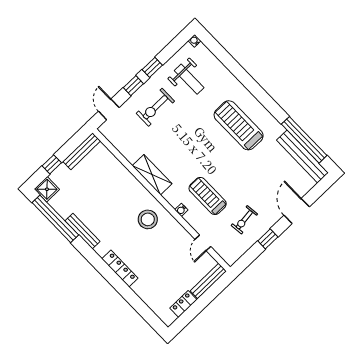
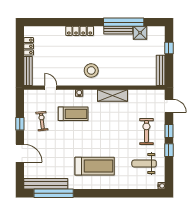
shower: (47, 189) -> (140, 33), moved
window: (55, 219) -> (124, 22), moved

